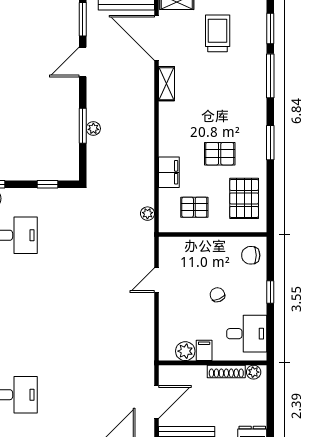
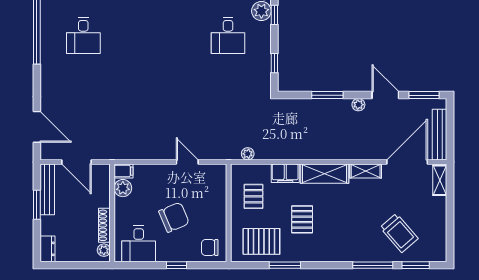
trolley: (218, 33) -> (399, 233), moved, turned 49
plant: (93, 129) -> (358, 105), moved
shelving: (169, 129) -> (324, 174), added
window: (270, 143) -> (285, 265), moved
chair: (251, 255) -> (210, 248), turned -90
chair: (217, 295) -> (174, 217), width x1.87, depth x1.87
filing cabinet: (204, 350) -> (123, 171), moved

